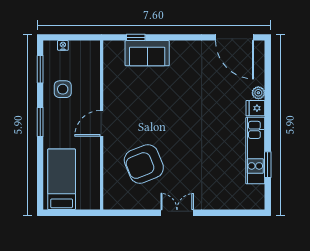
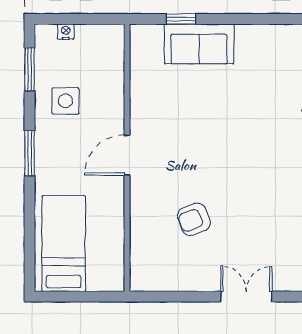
armchair: (144, 164) -> (194, 219), width x0.53, depth x0.53

